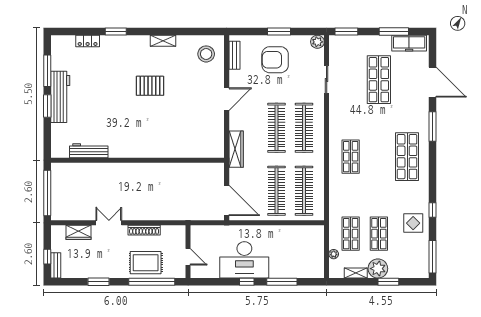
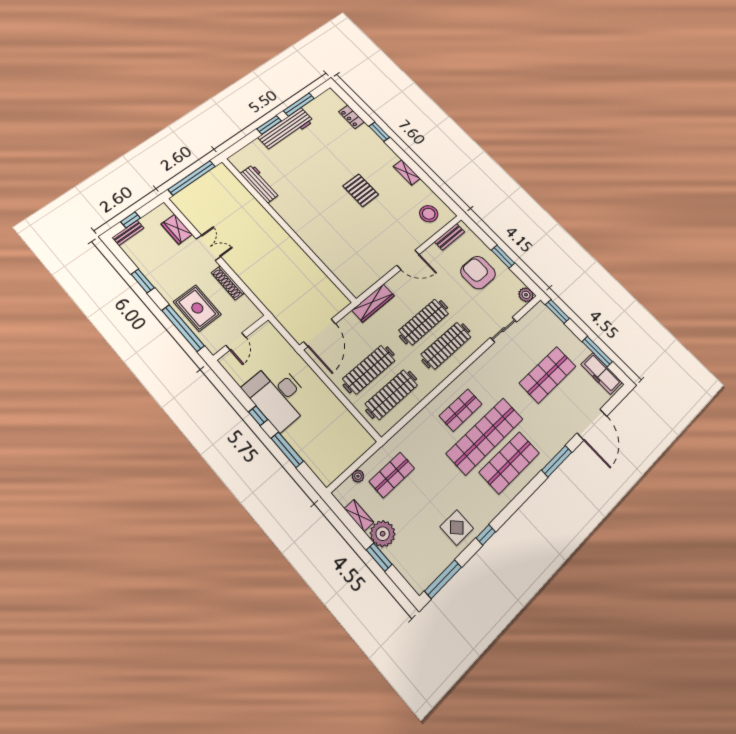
shop shelf: (379, 234) -> (485, 436), moved, width x2.00, depth x1.36

